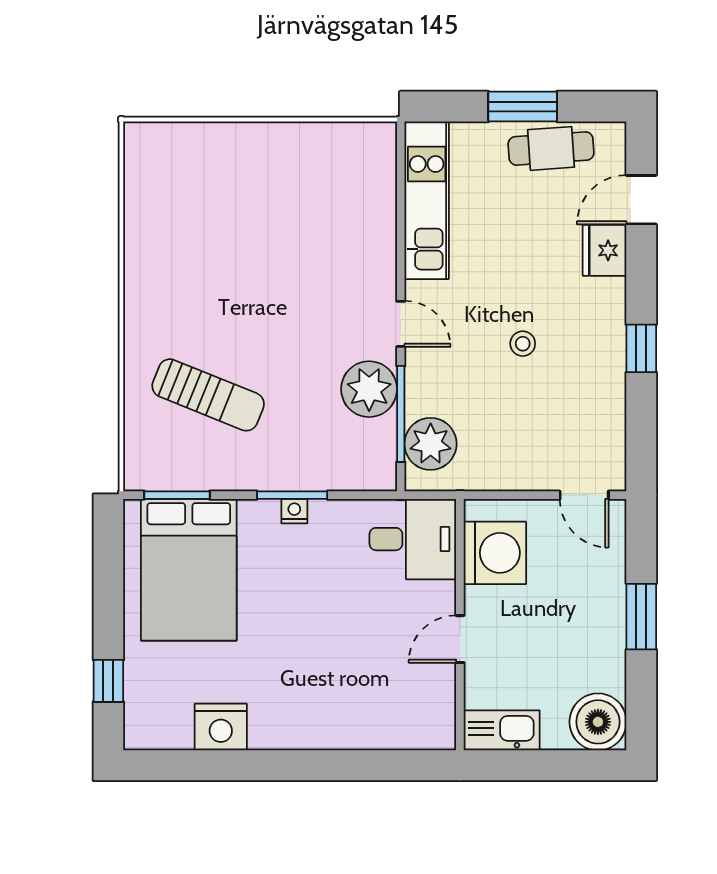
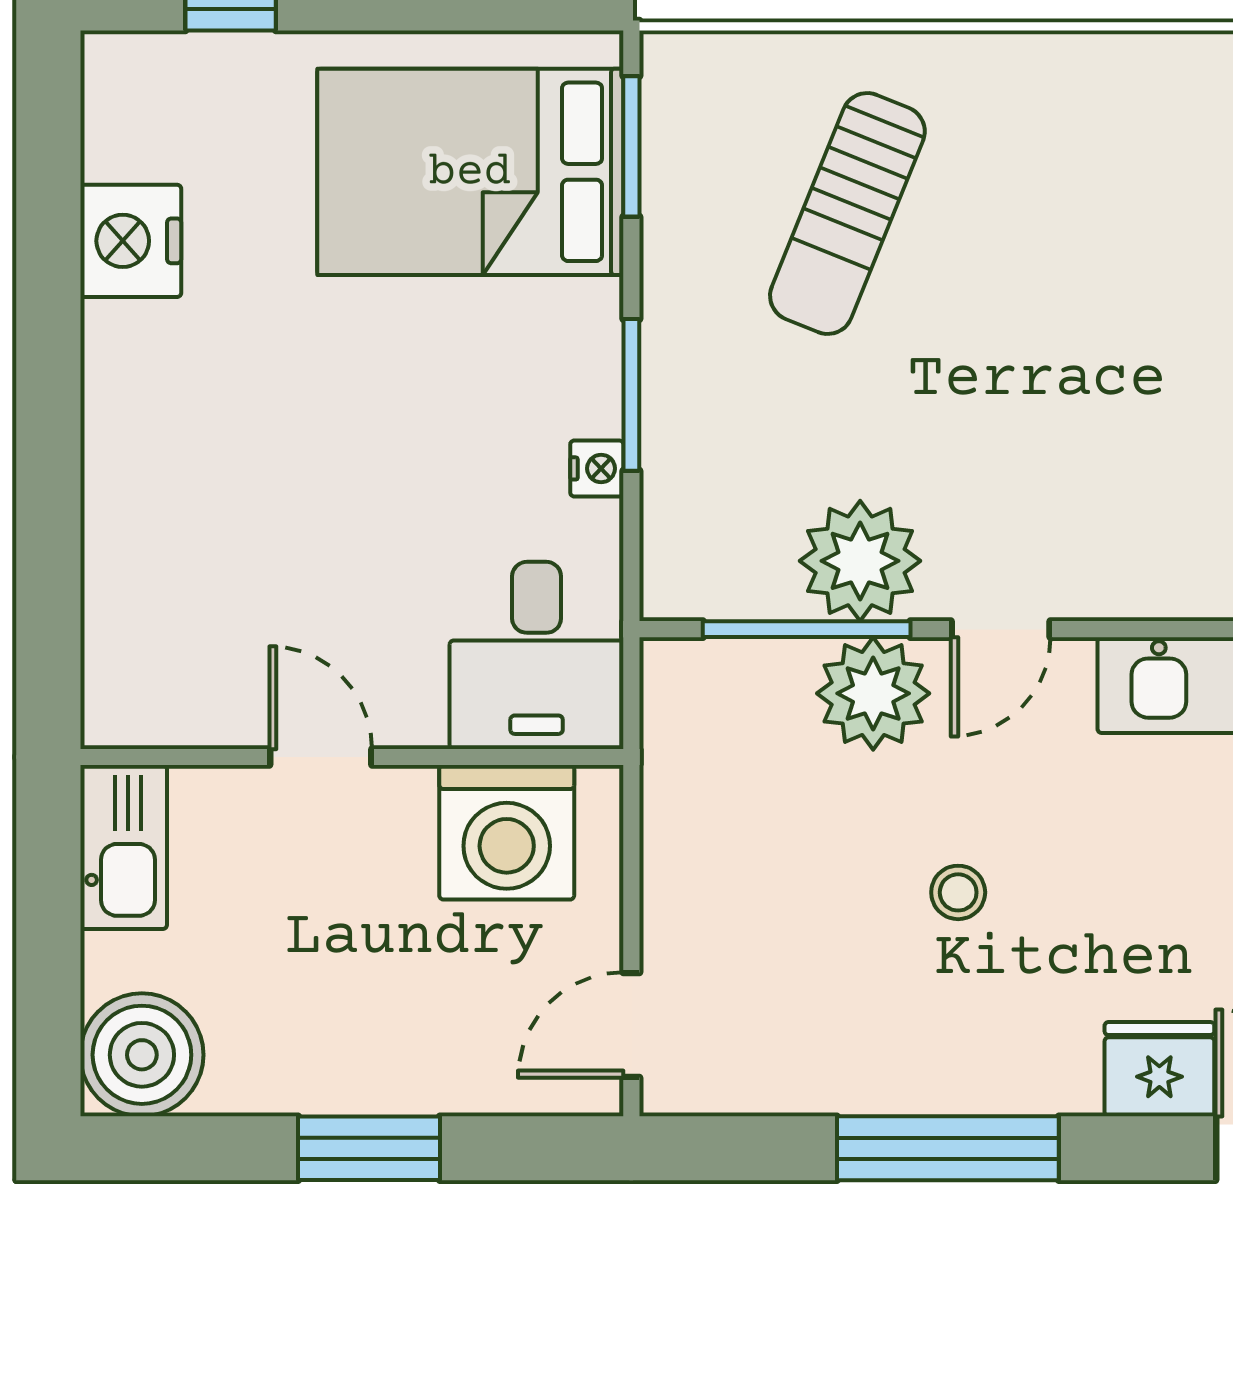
window: (641, 348) -> (948, 1148), width x2.17
plant: (431, 444) -> (873, 693), moved
nightstand: (294, 511) -> (597, 468), moved

